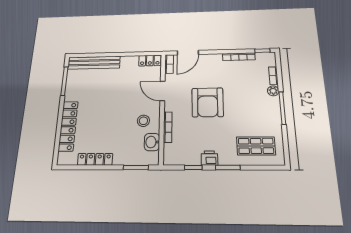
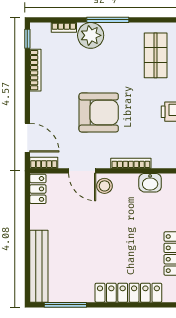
door: (163, 91) -> (82, 171), hinge flipped
plant: (273, 91) -> (91, 35), width x1.87, depth x1.87
stool: (143, 121) -> (104, 186), moved

